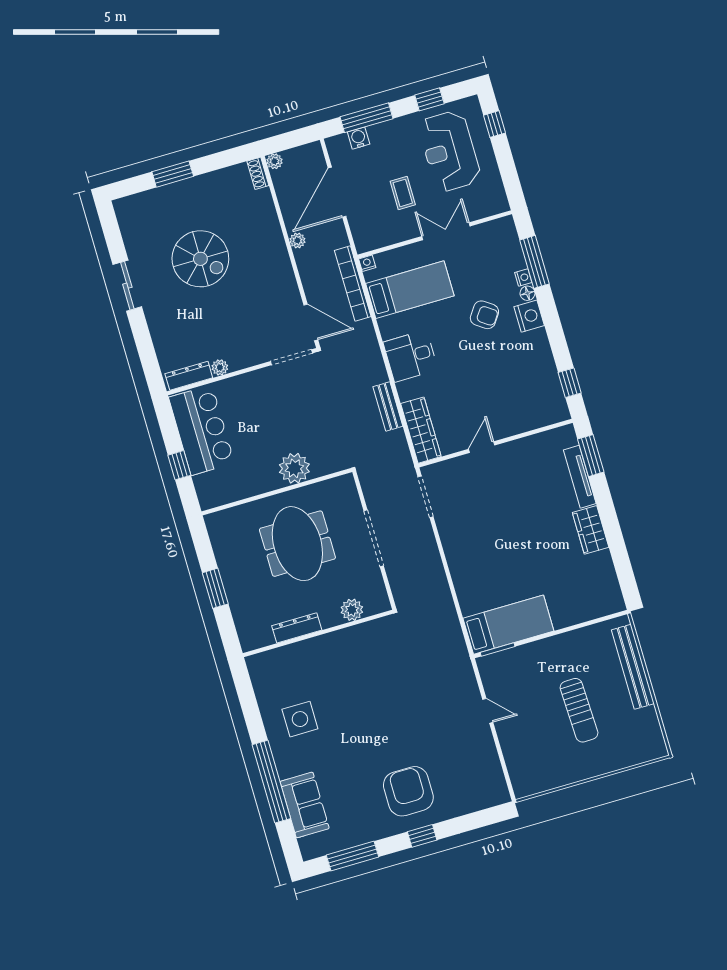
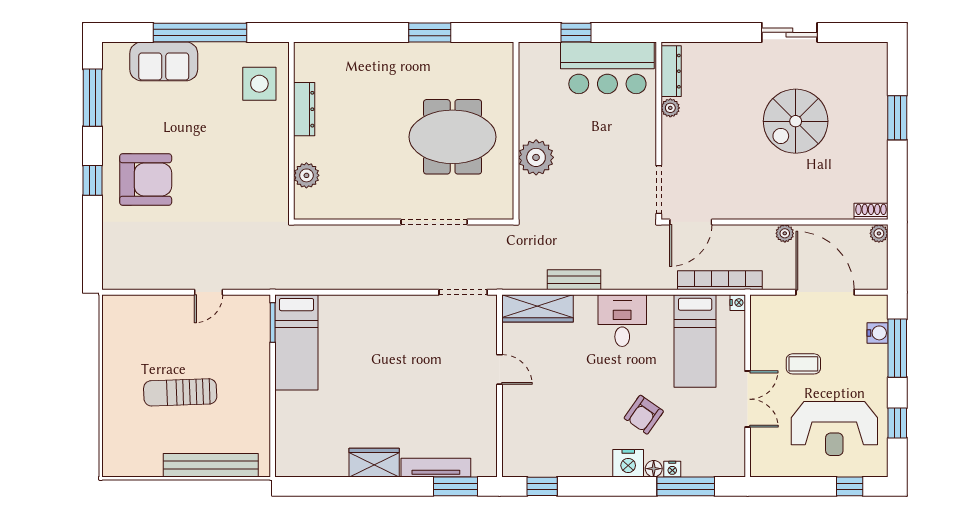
reception desk: (450, 151) -> (834, 429), turned 180
plant: (352, 610) -> (306, 175), moved
dresser: (297, 628) -> (304, 109), moved
wall: (318, 633) -> (291, 131), moved

